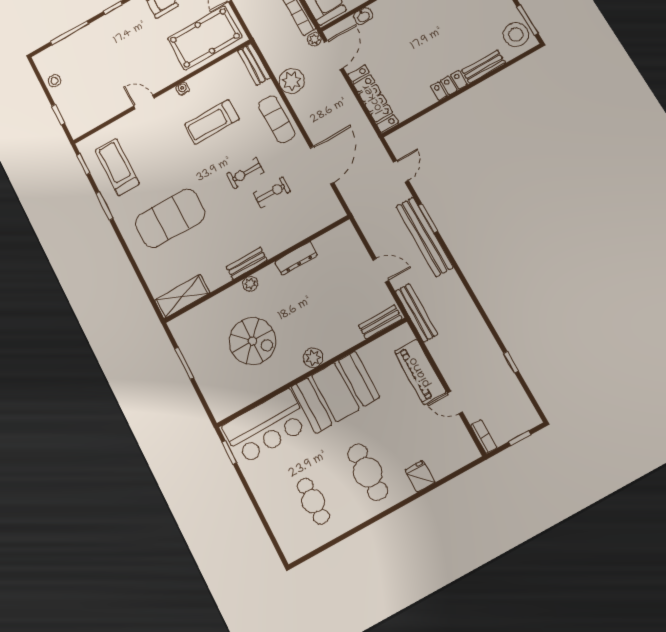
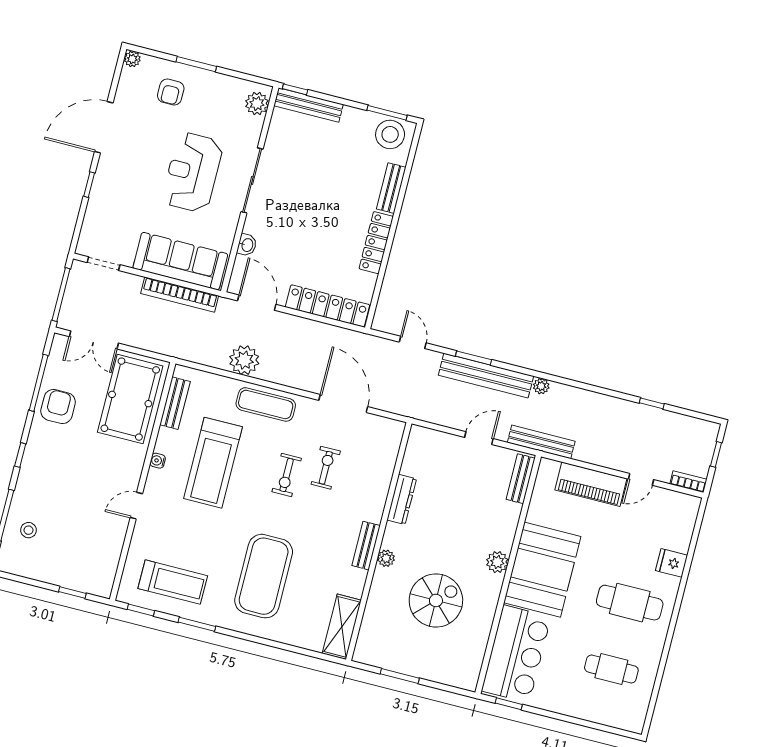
plant: (314, 39) -> (541, 386), moved
bench: (254, 64) -> (175, 403), moved, turned 90
stool: (54, 81) -> (28, 530), moved
locker: (449, 85) -> (376, 243), width x1.53
treadmill: (212, 122) -> (213, 463), width x1.37, depth x1.38
treadmill: (117, 167) -> (173, 582), turned 180

